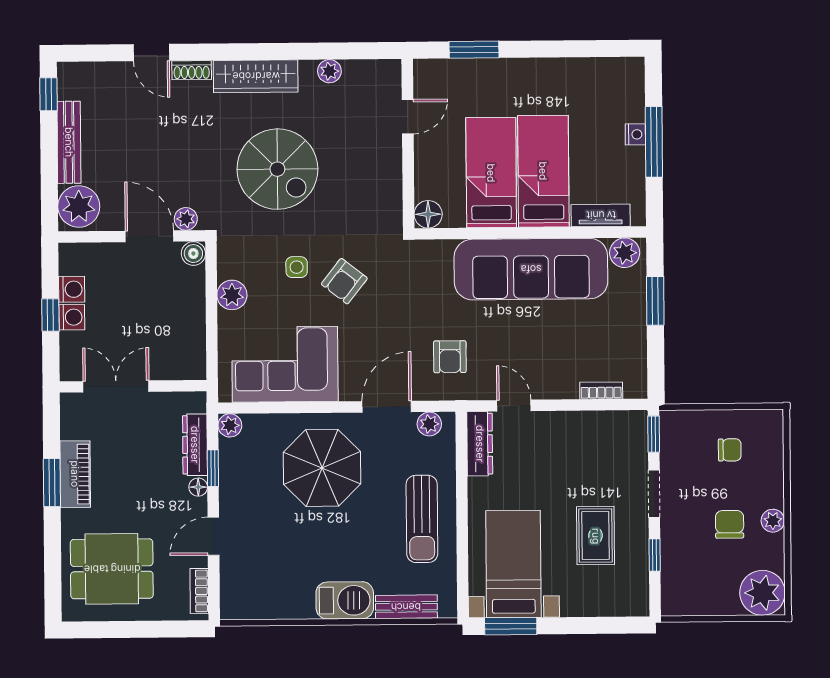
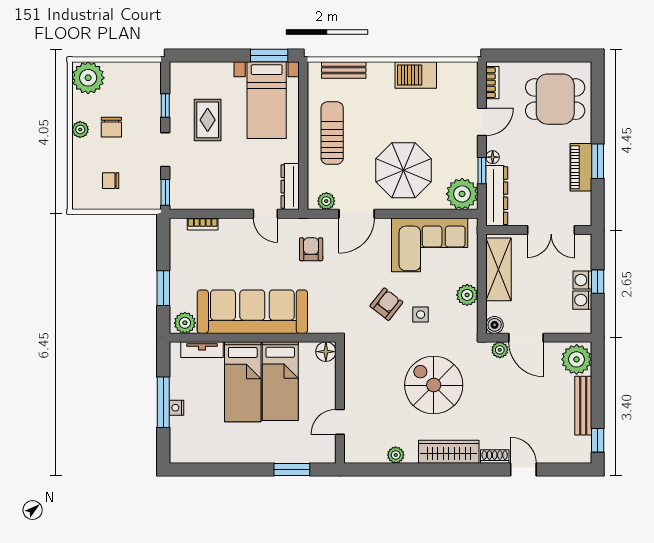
shelving: (189, 331) -> (499, 269), added
plant: (230, 425) -> (462, 194), width x1.88, depth x1.88
dresser: (195, 445) -> (497, 196), width x1.37, depth x1.24
barbecue: (345, 600) -> (416, 75), moved

